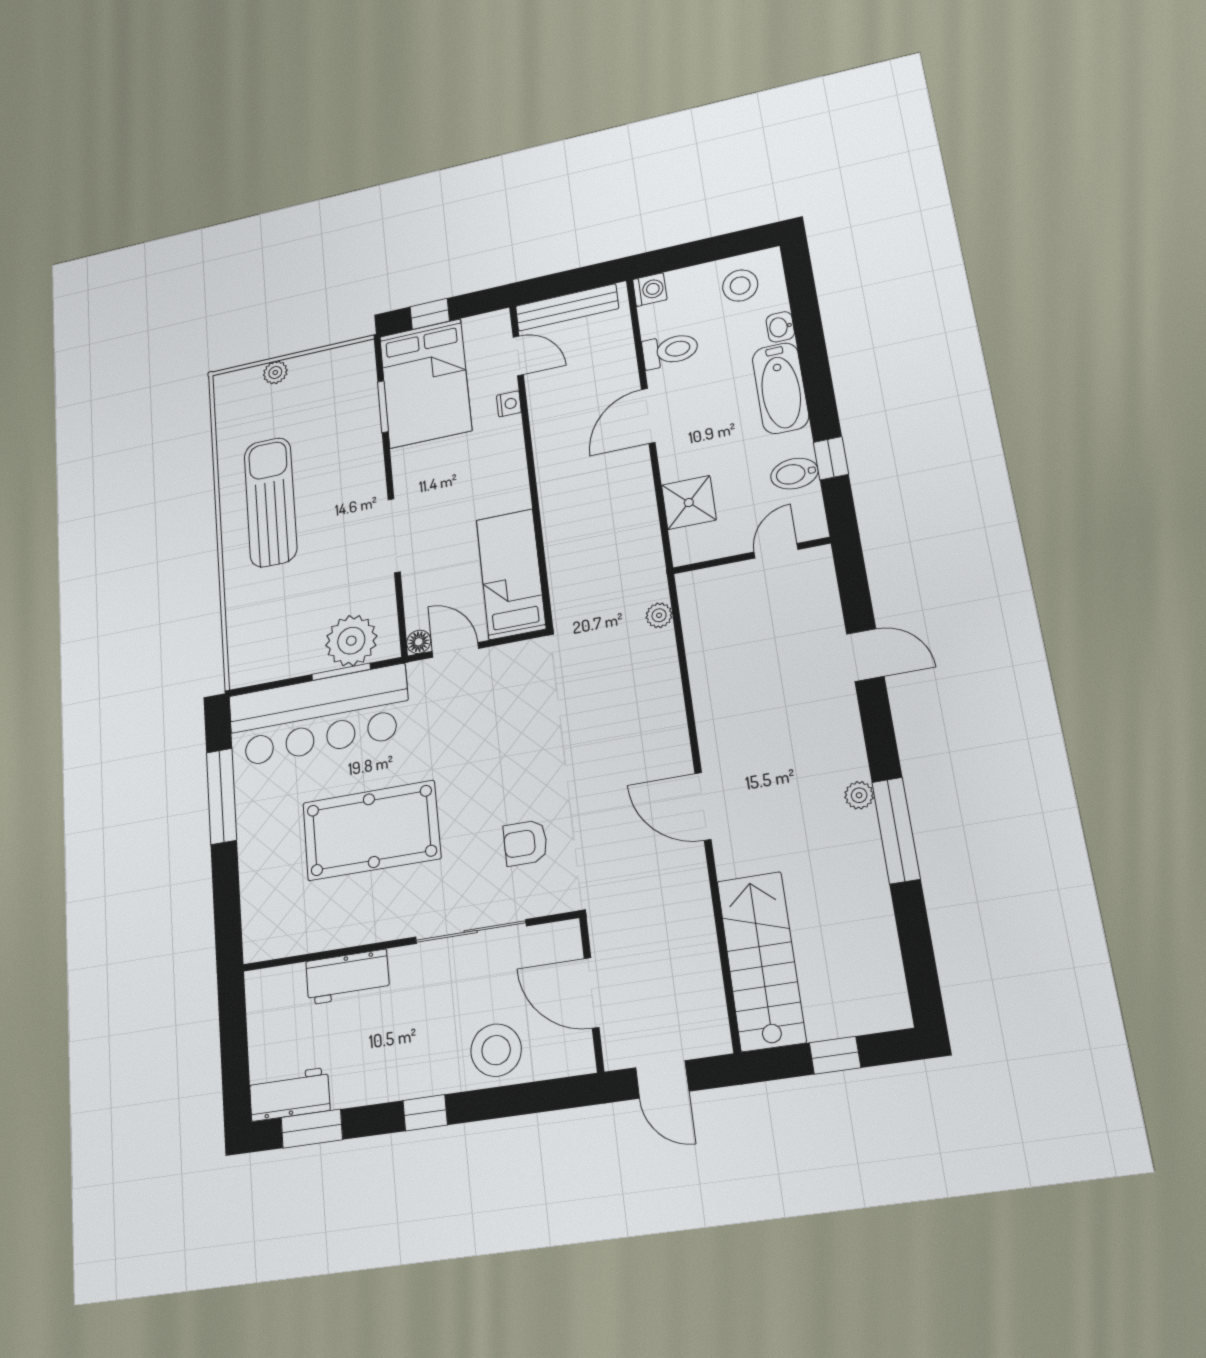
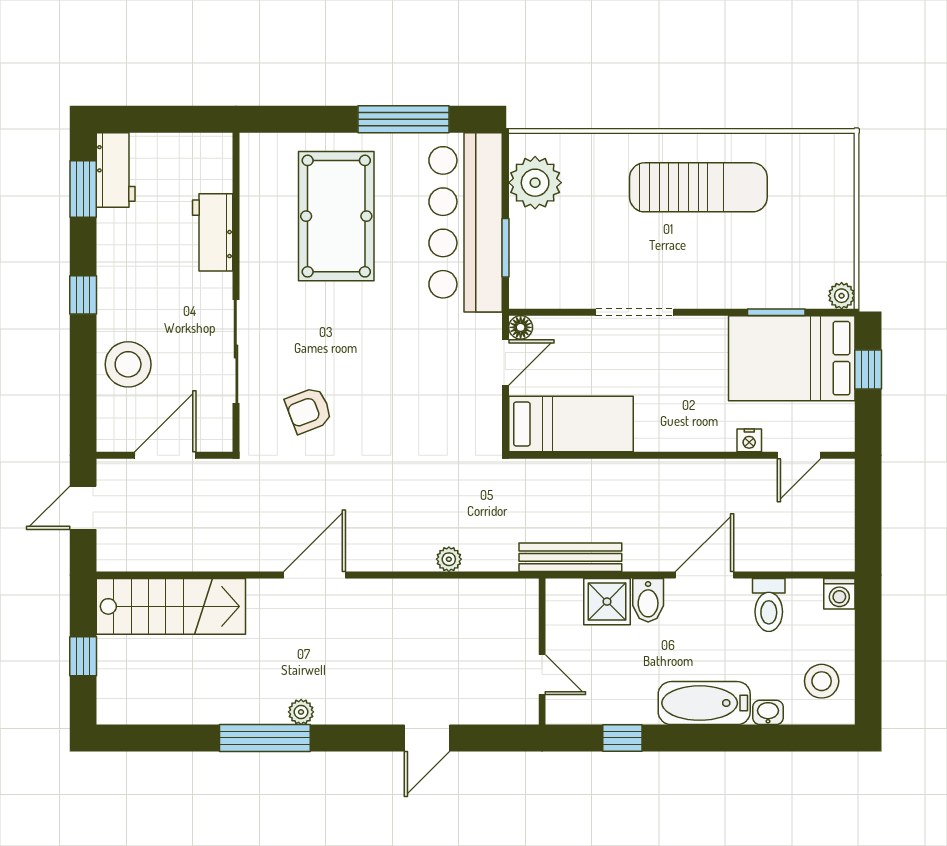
bench: (567, 307) -> (570, 557), moved, turned 90
plant: (275, 372) -> (842, 296), moved
door: (648, 416) -> (705, 575), hinge flipped
bidet: (794, 474) -> (648, 600), moved, turned 180
plant: (659, 615) -> (449, 559), moved
plant: (351, 641) -> (535, 183), moved
pool table: (371, 830) -> (336, 216), moved
armchair: (525, 843) -> (309, 410), turned -111

